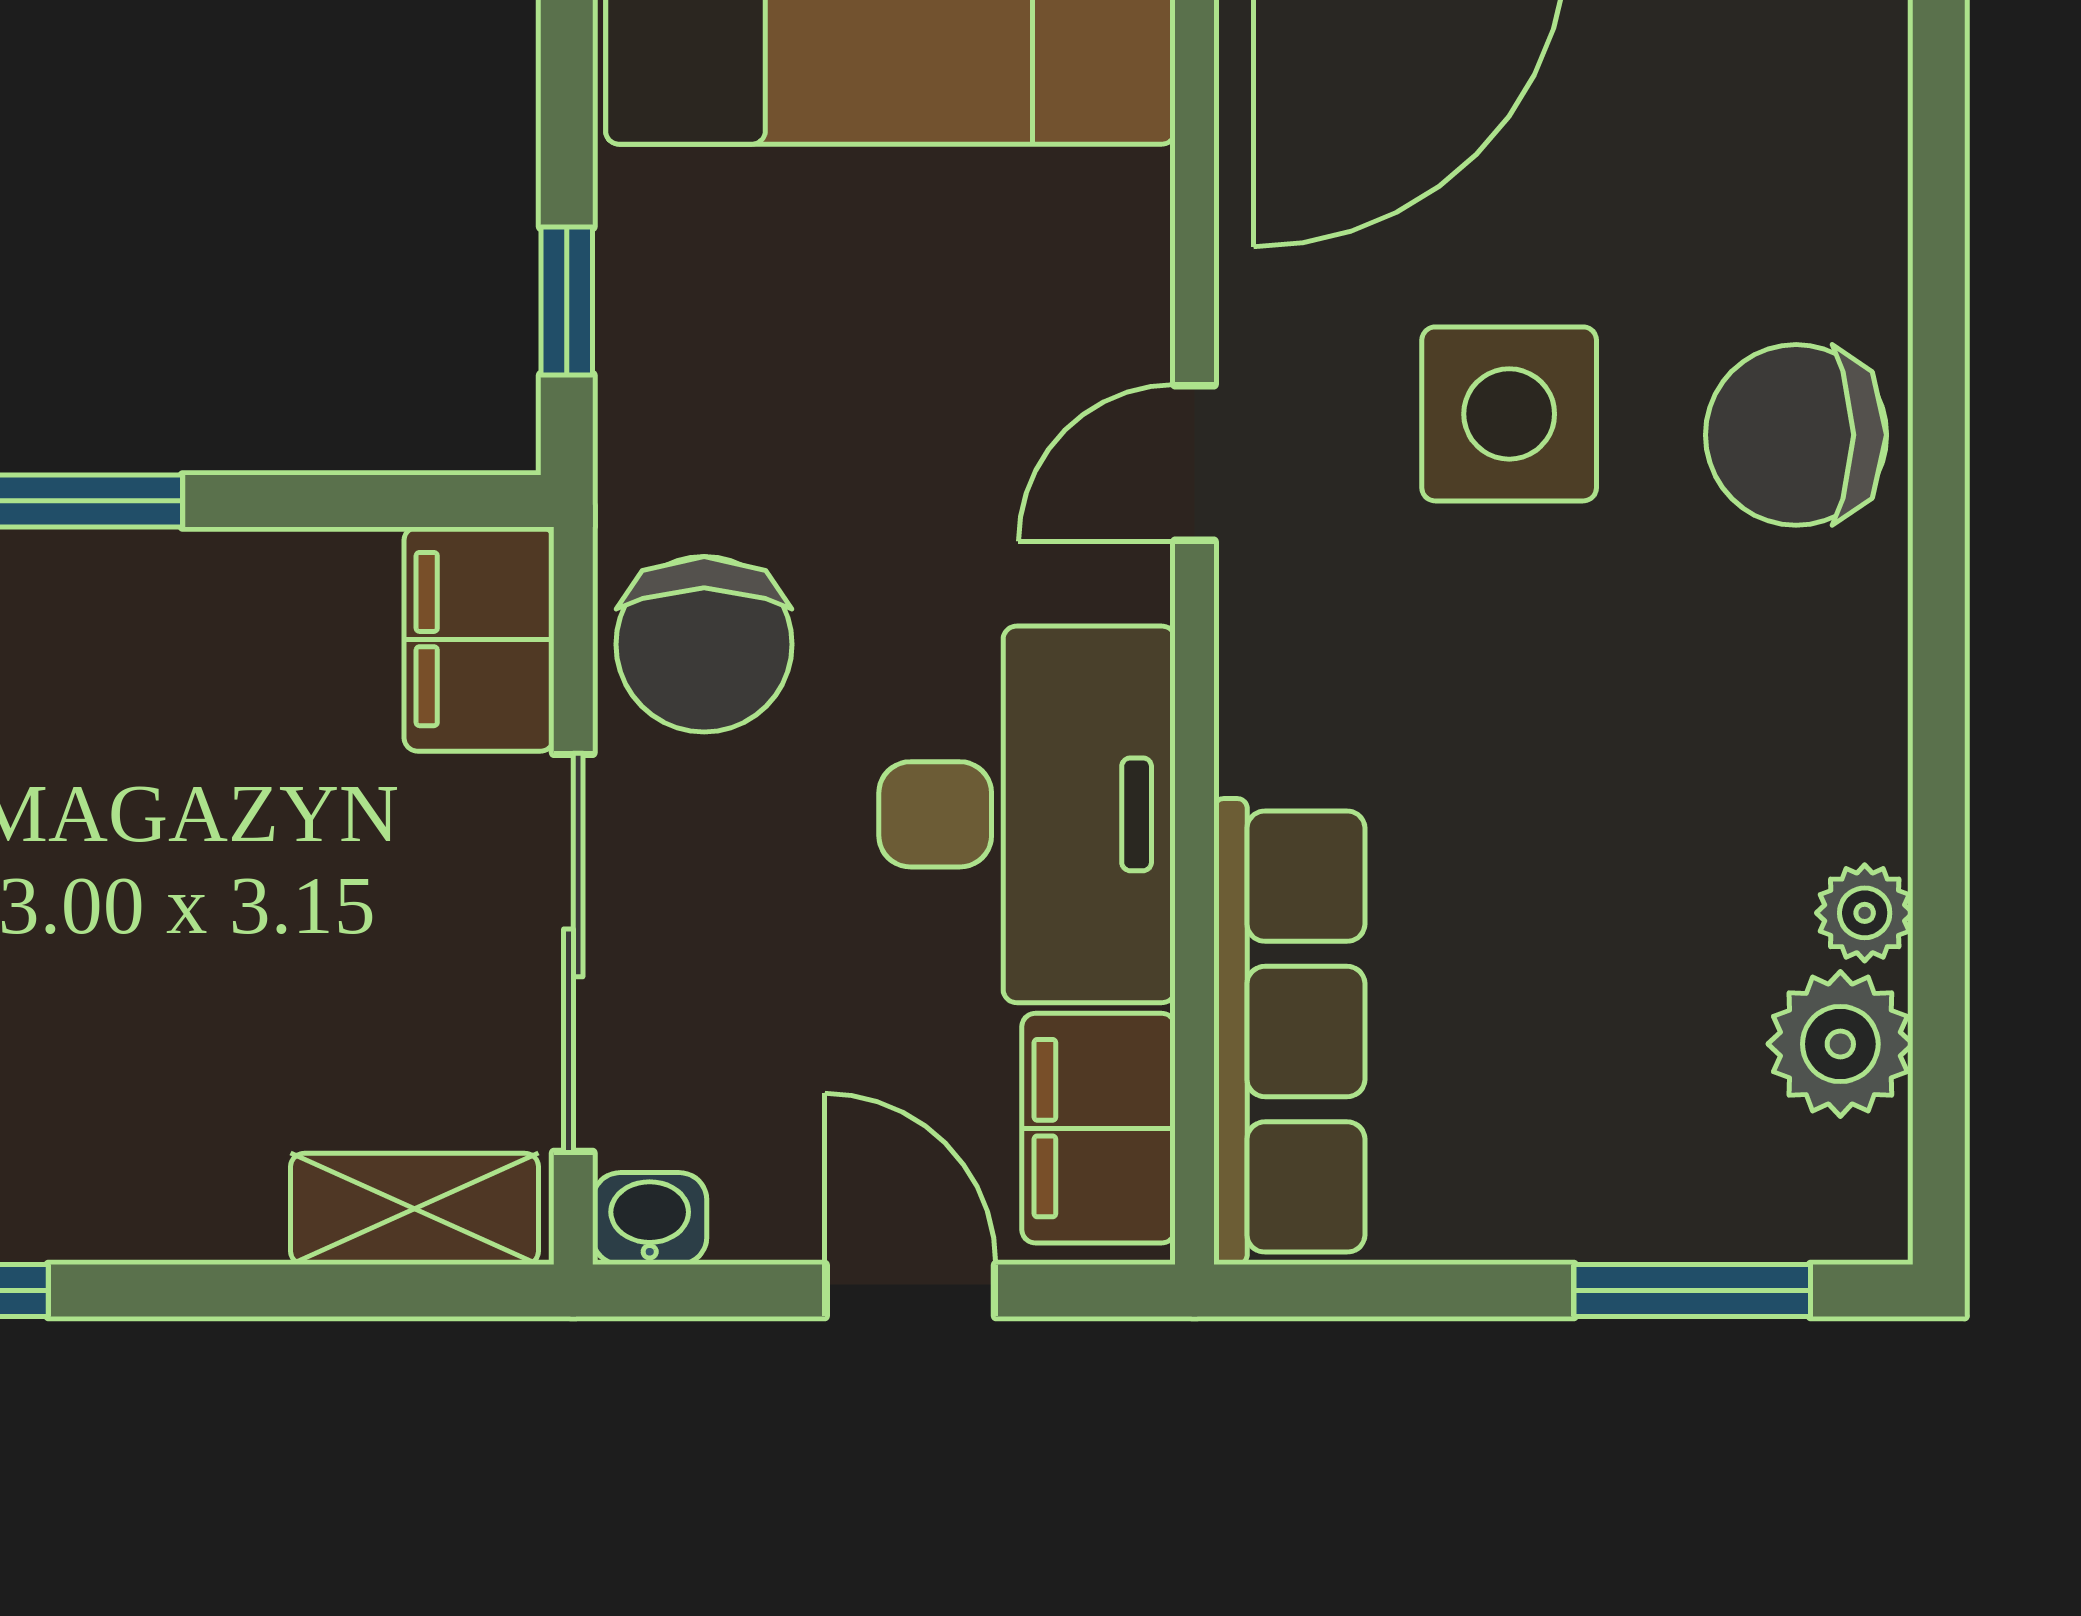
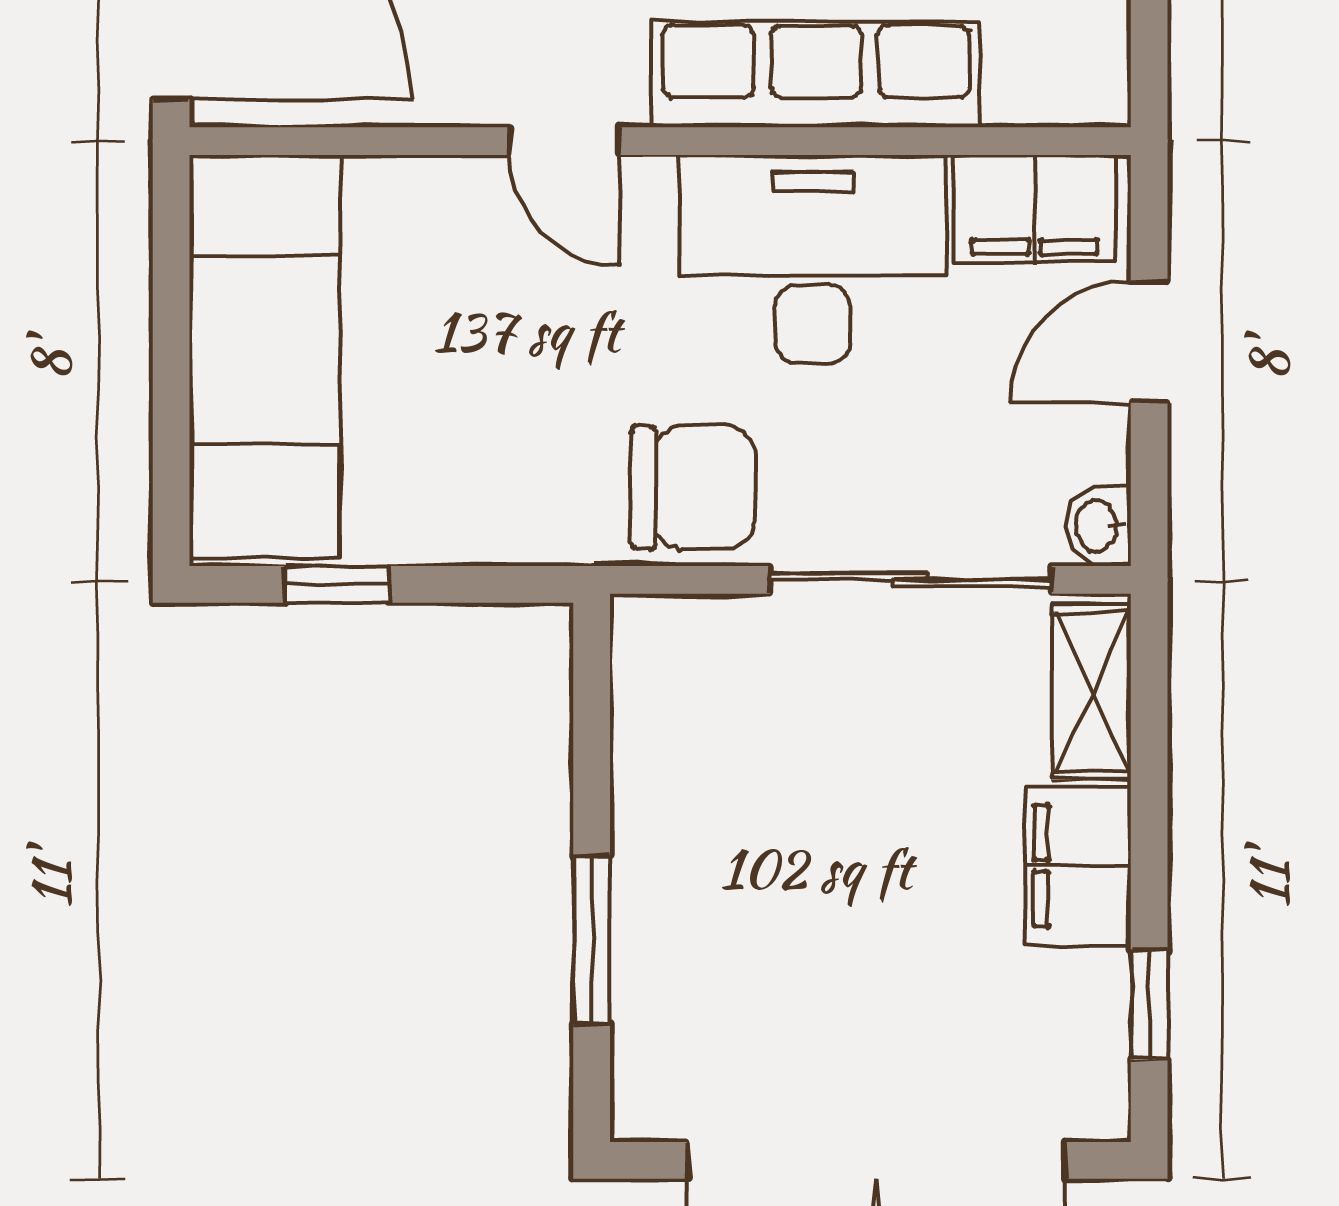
window: (567, 301) -> (337, 584), moved
filing cabinet: (479, 639) -> (1078, 866), moved, turned 90
row of seats: (1289, 1032) -> (816, 74), moved

